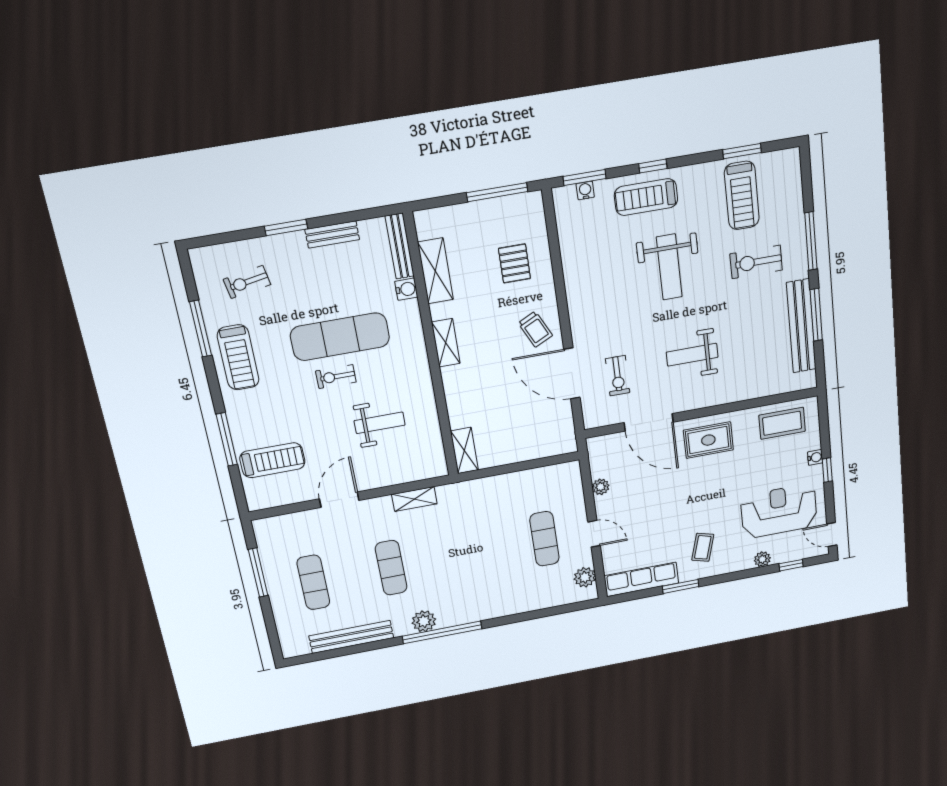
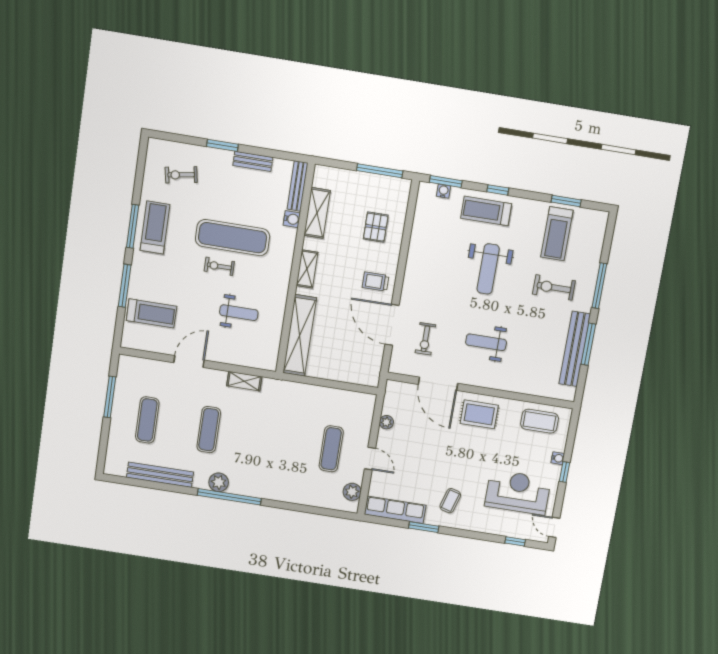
window: (201, 329) -> (133, 226), moved
trolley: (535, 329) -> (375, 282), turned 116
treadmill: (238, 357) -> (155, 227), turned 180
shelving: (464, 450) -> (300, 335), width x2.20, depth x1.33
plant: (762, 559) -> (494, 528), removed

